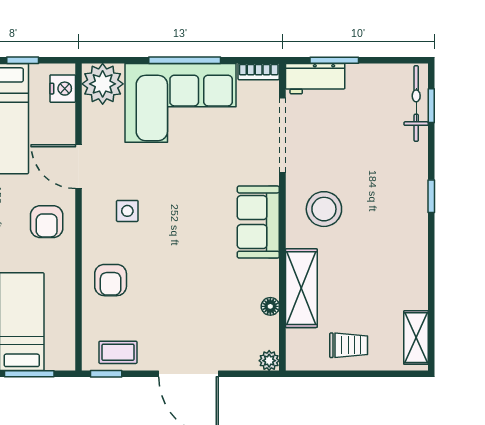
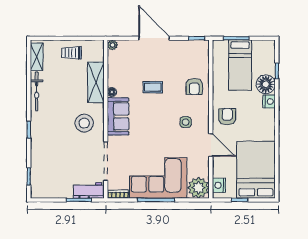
bicycle: (416, 104) -> (37, 91), moved
armchair: (111, 280) -> (194, 86), turned 180
floor lamp: (270, 306) -> (112, 92), moved
coffee table: (118, 352) -> (153, 87), moved

